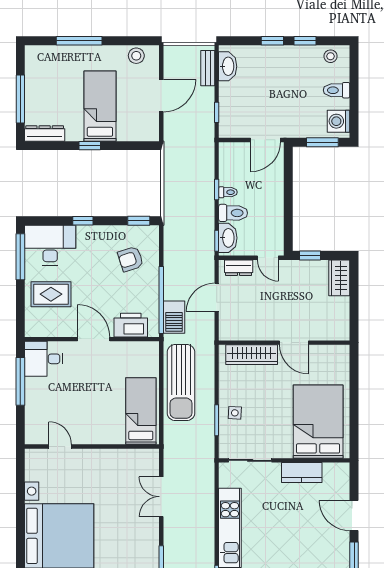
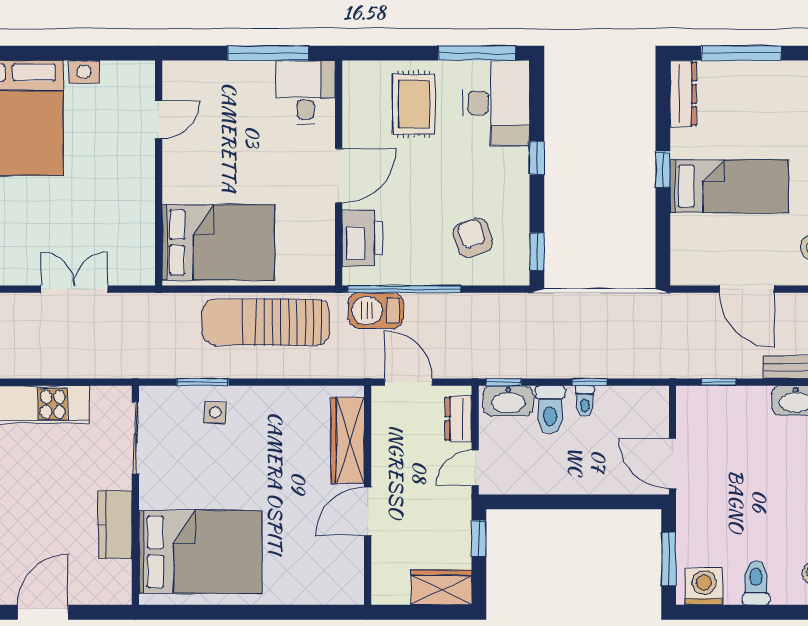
wall: (284, 343) -> (368, 495), moved
door: (294, 343) -> (368, 511), moved
wardrobe: (252, 355) -> (347, 441), moved
bed: (141, 411) -> (218, 242), width x1.50

